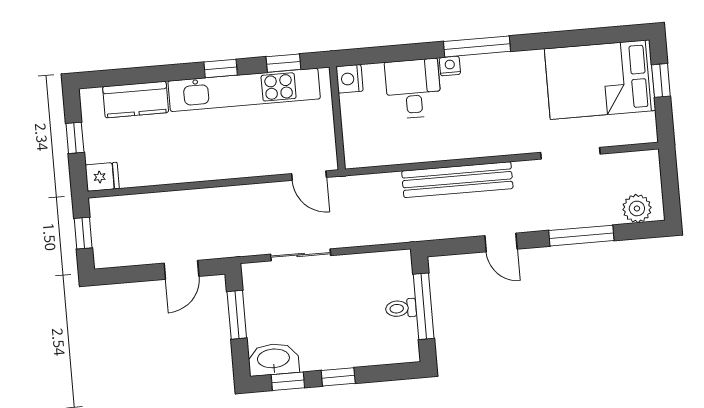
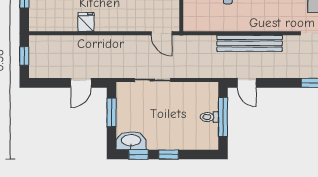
fridge: (102, 177) -> (86, 22), moved, turned -90
door: (501, 242) -> (247, 83), moved

